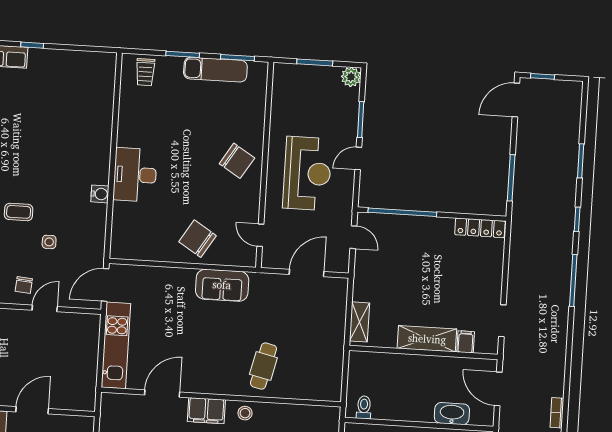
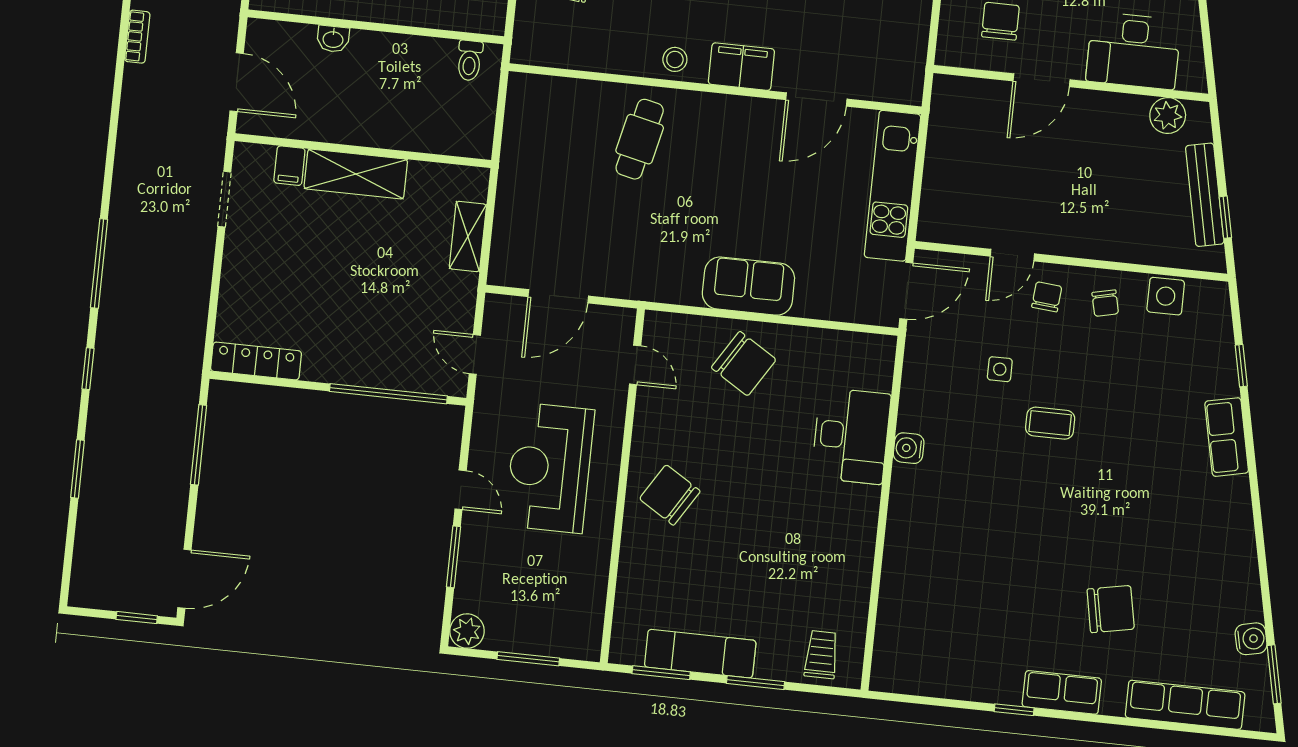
door: (358, 158) -> (461, 490), hinge flipped
desk: (135, 175) -> (851, 436), moved
sofa: (222, 285) -> (748, 286), moved
shelving: (359, 322) -> (468, 237), moved
washbasin: (452, 414) -> (333, 39), width x0.52, depth x0.69

